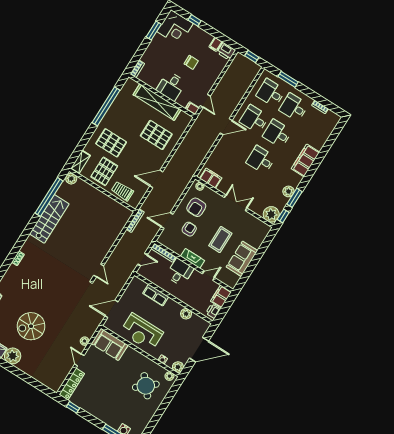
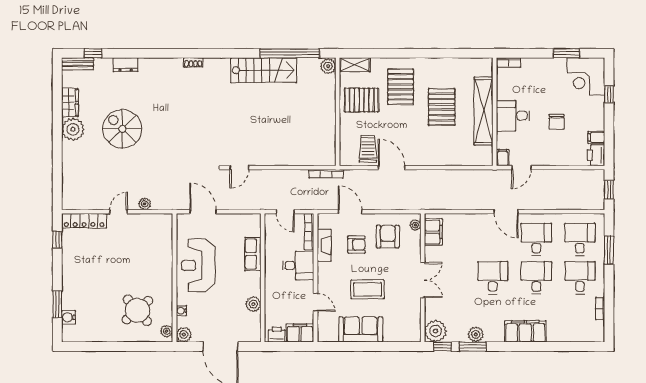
window: (106, 106) -> (440, 53), removed
pallet: (156, 135) -> (442, 107), moved
trolley: (122, 191) -> (368, 149), moved
armchair: (196, 207) -> (388, 237), turned 90
fireplace: (193, 258) -> (324, 245), moved
sofa: (110, 344) -> (160, 236), removed

